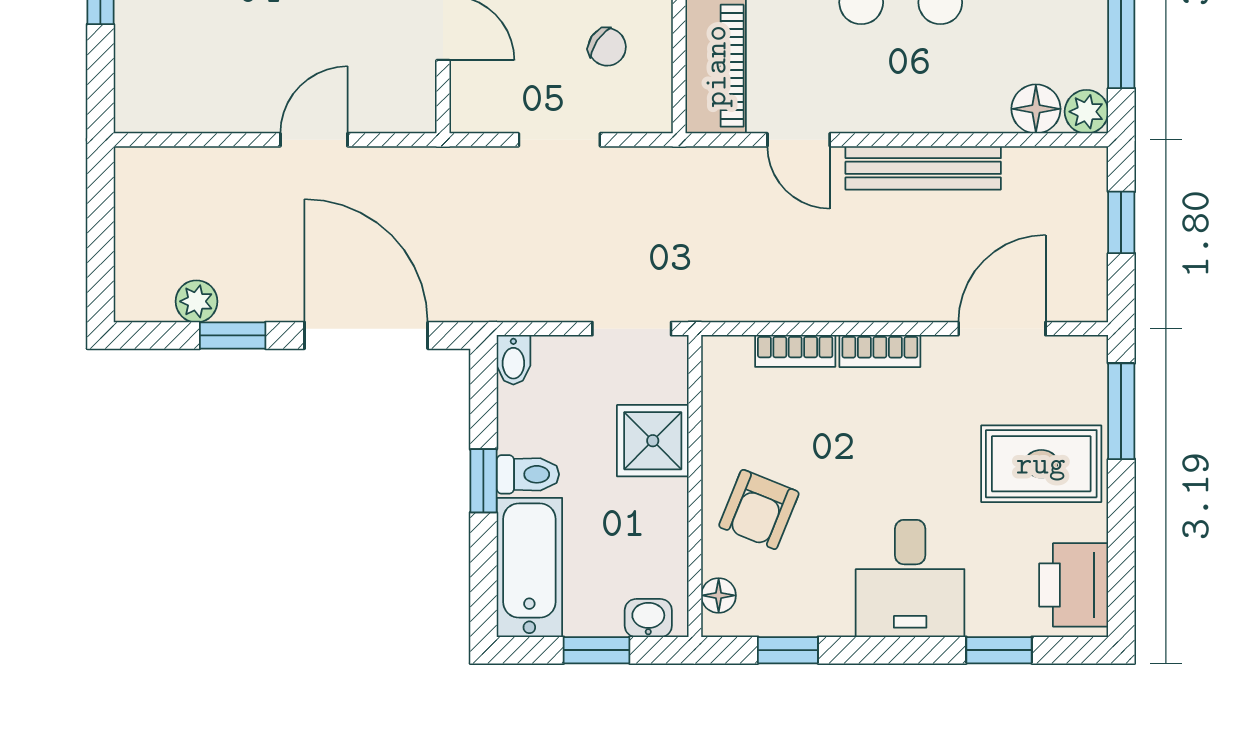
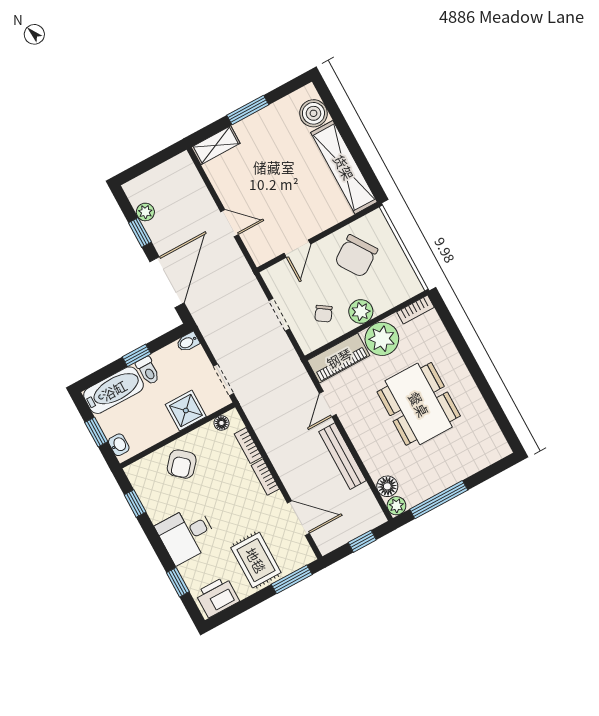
shelving: (137, 81) -> (216, 145), added
armchair: (759, 509) -> (182, 464), turned -71
floor lamp: (719, 595) -> (221, 423), moved

